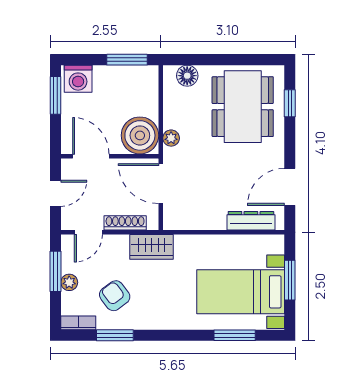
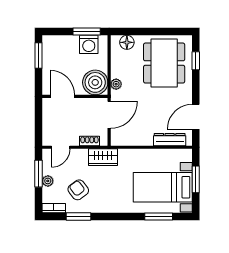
washing machine: (78, 79) -> (89, 44), moved
door: (161, 184) -> (109, 115), swing flipped
door: (55, 193) -> (39, 121), removed
shoe rack: (125, 223) -> (89, 141), width x0.70

